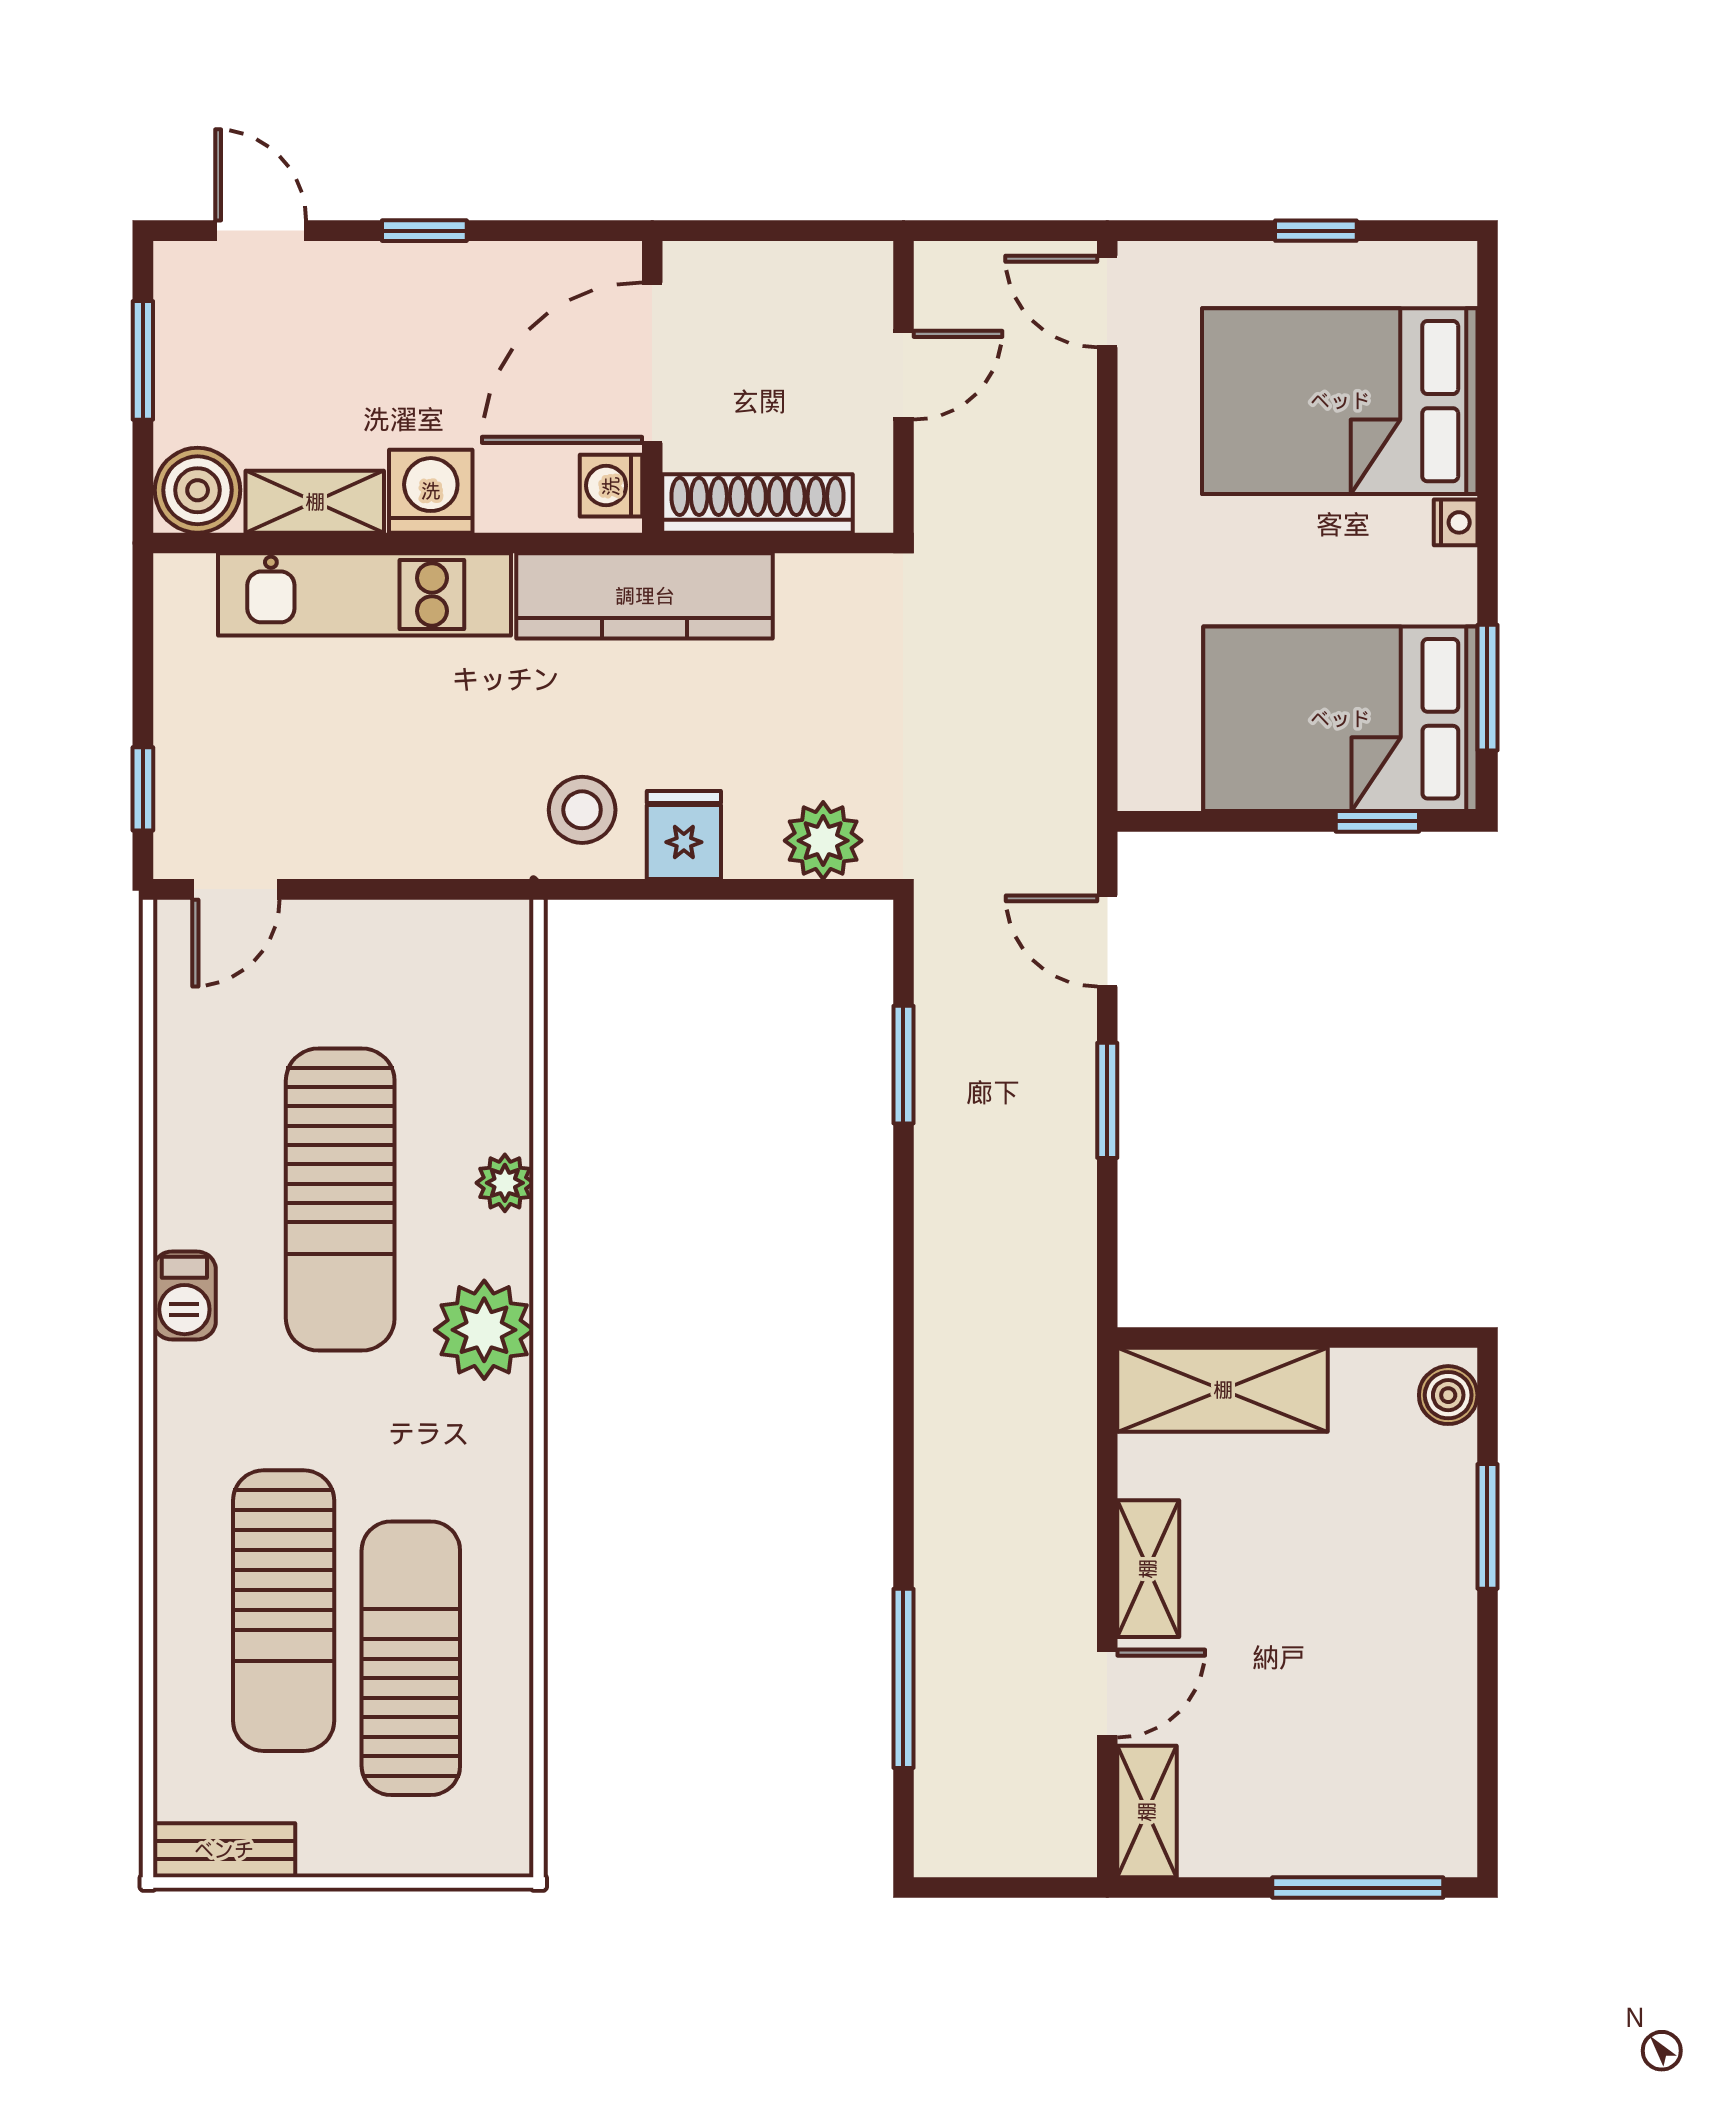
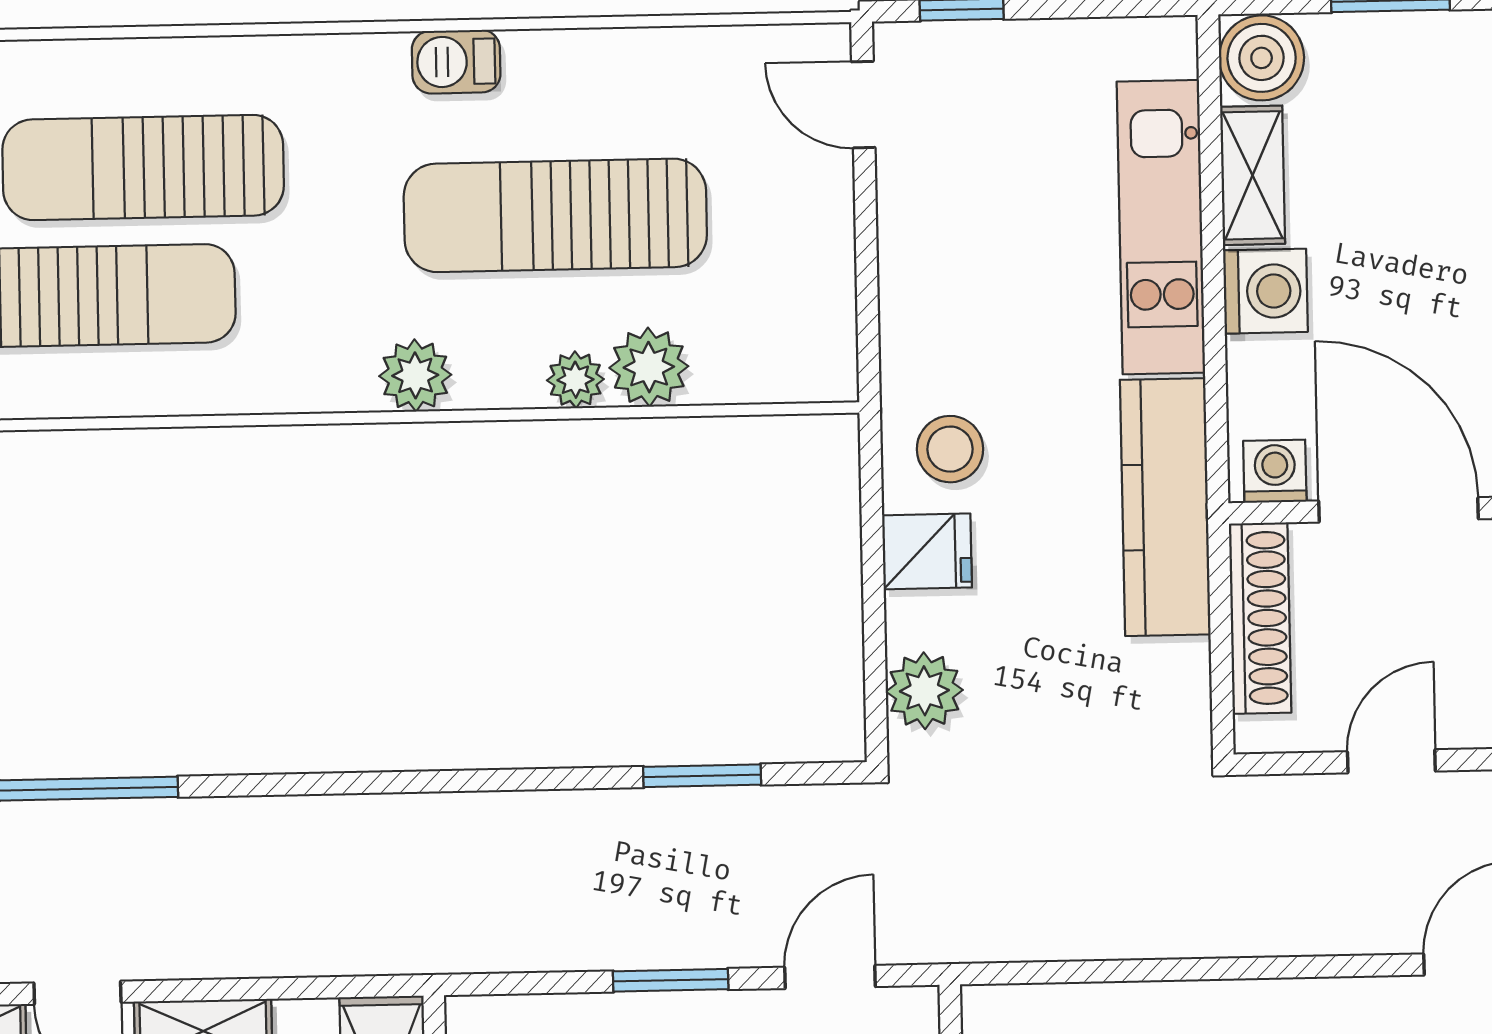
door: (903, 375) -> (1391, 761), swing flipped
plant: (494, 1109) -> (649, 367), added
plant: (484, 1330) -> (415, 375), width x0.73, depth x0.73

